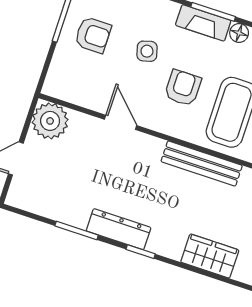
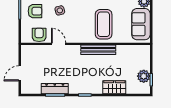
armchair: (183, 88) -> (39, 35), moved
plant: (50, 121) -> (29, 53), removed
dresser: (119, 229) -> (55, 89), moved

